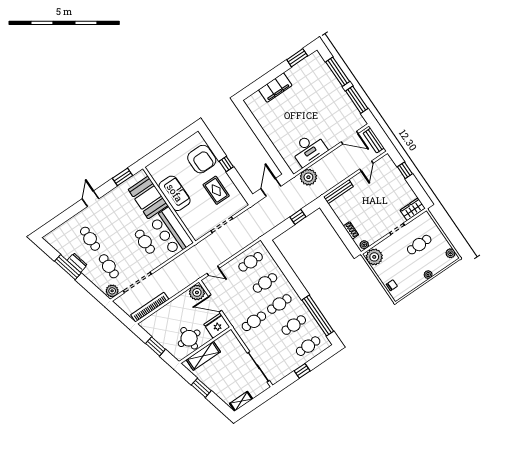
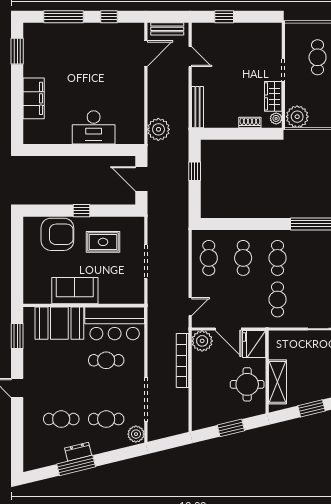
window: (357, 100) -> (109, 17), width x0.46
desk: (309, 149) -> (94, 127), moved, turned 90
wardrobe: (413, 209) -> (273, 96), moved
door: (215, 303) -> (228, 329), hinge flipped
bookcase: (150, 307) -> (183, 361), moved
cafe table: (294, 325) -> (312, 258), removed

